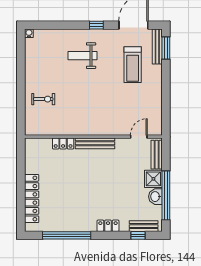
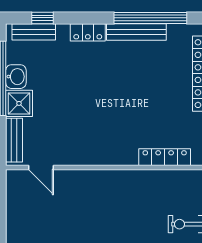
door: (139, 137) -> (41, 168), hinge flipped
locker: (63, 143) -> (165, 157), width x1.53
bench: (95, 143) -> (136, 32), moved

